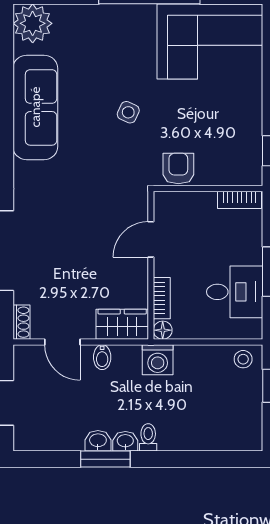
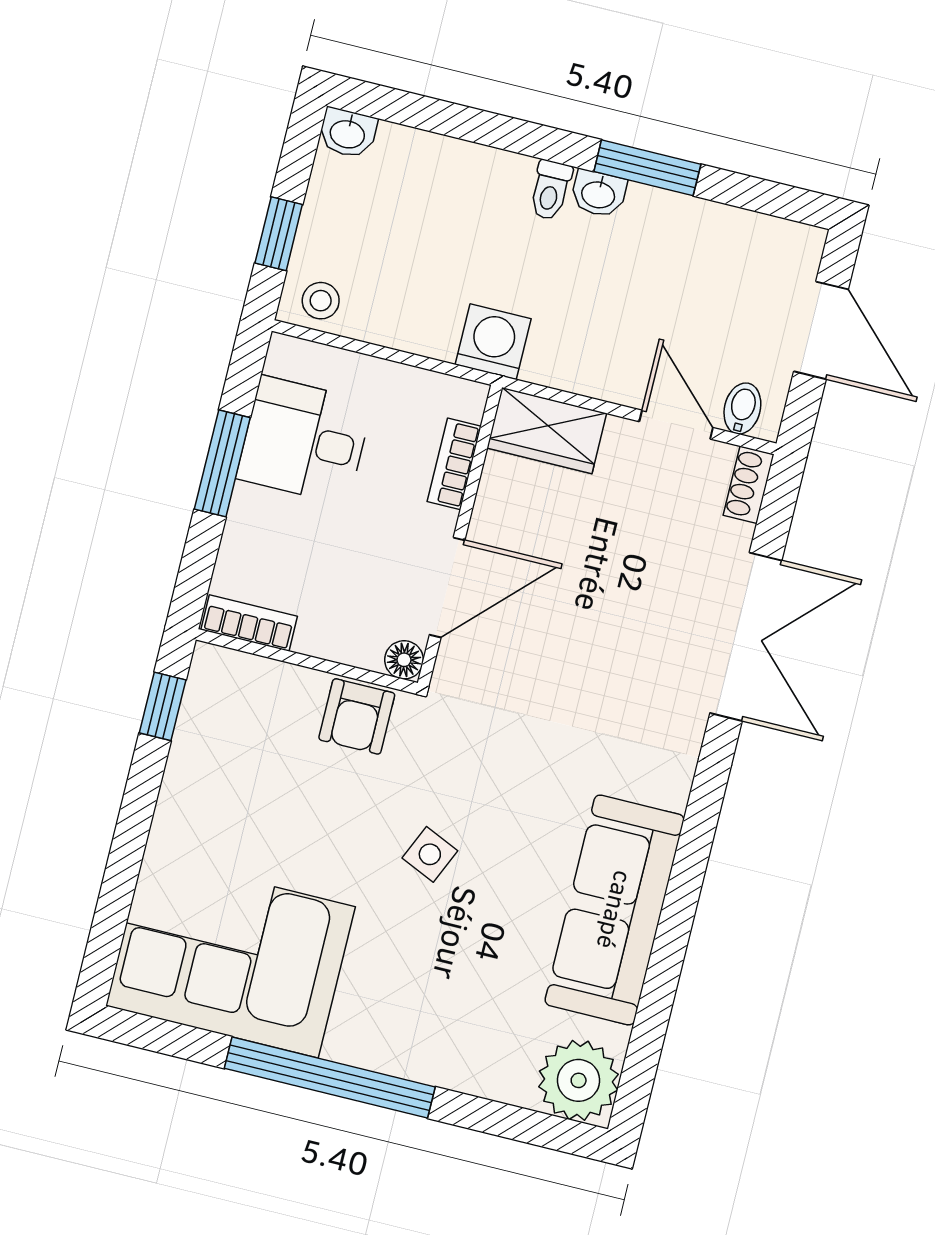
door: (151, 239) -> (447, 587), width x1.38
floor lamp: (163, 330) -> (404, 660), moved
bidet: (102, 357) -> (742, 408), moved
washbasin: (98, 441) -> (348, 133), moved

